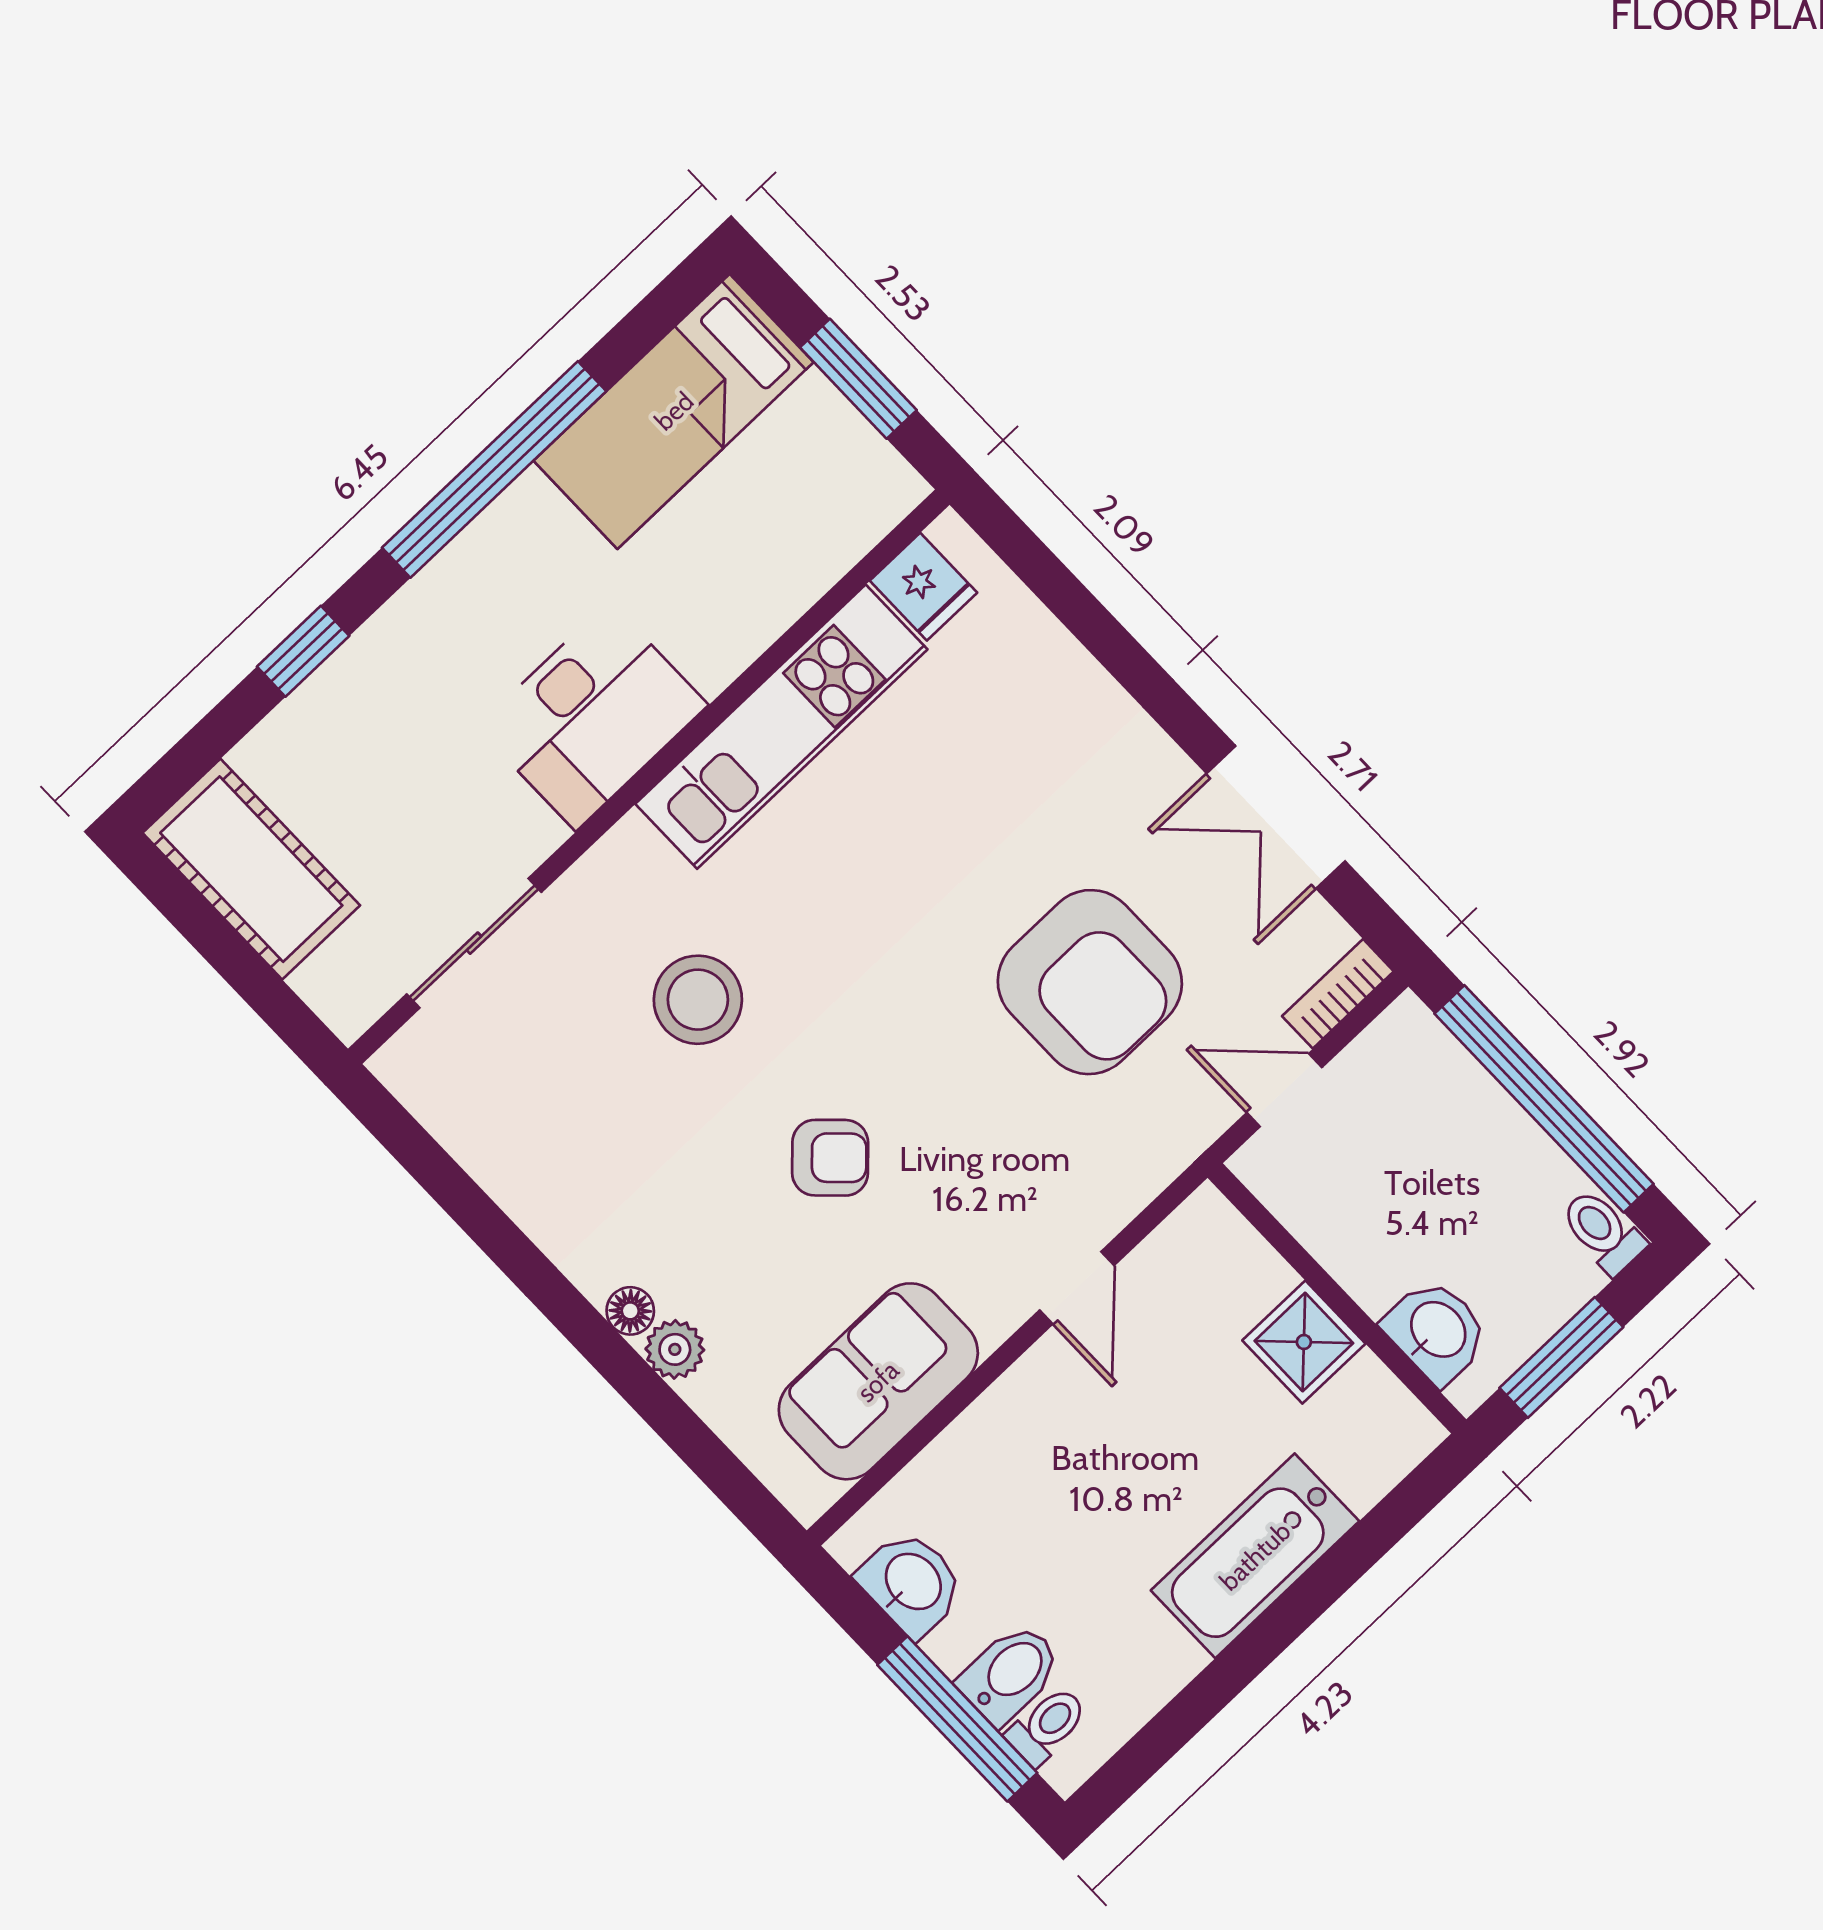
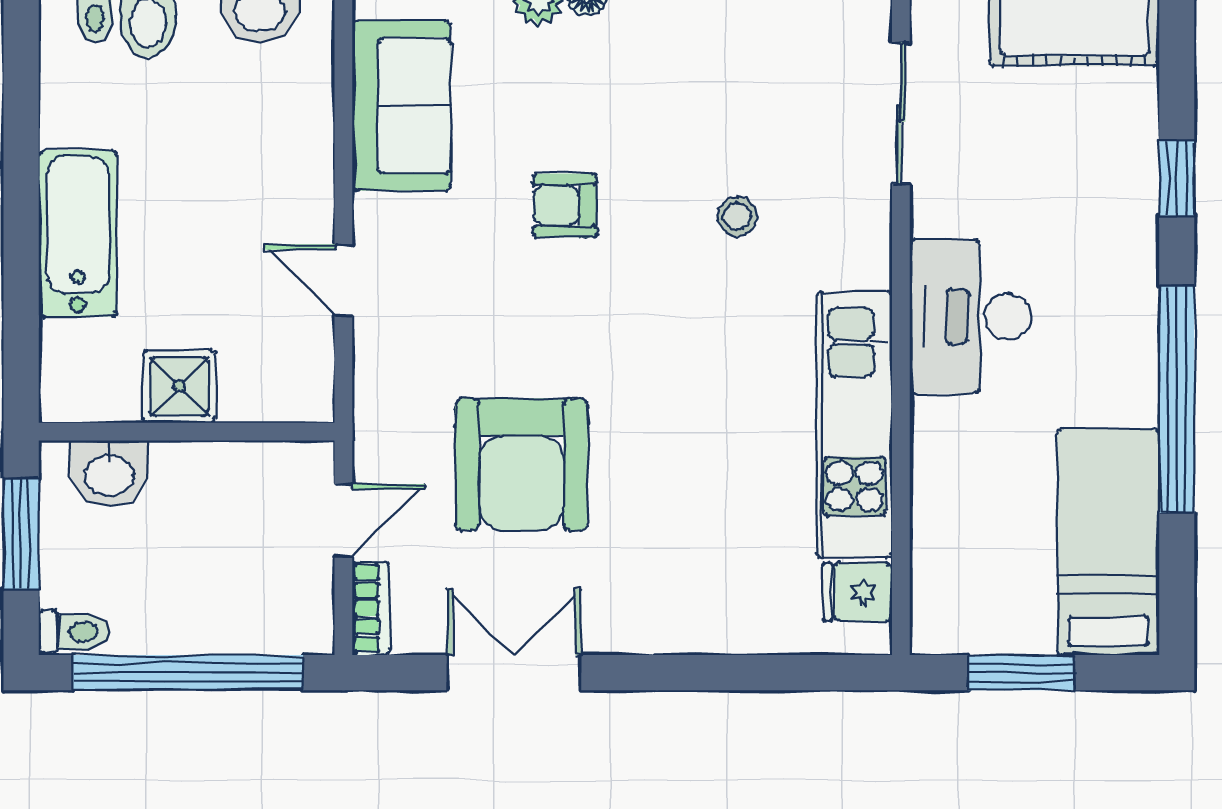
armchair: (1090, 982) -> (521, 465), turned -90
stool: (698, 1000) -> (737, 216), width x0.53, depth x0.53
armchair: (830, 1158) -> (565, 205), turned 46

